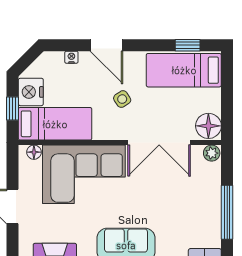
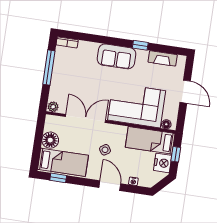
floor lamp: (208, 126) -> (50, 140), moved

